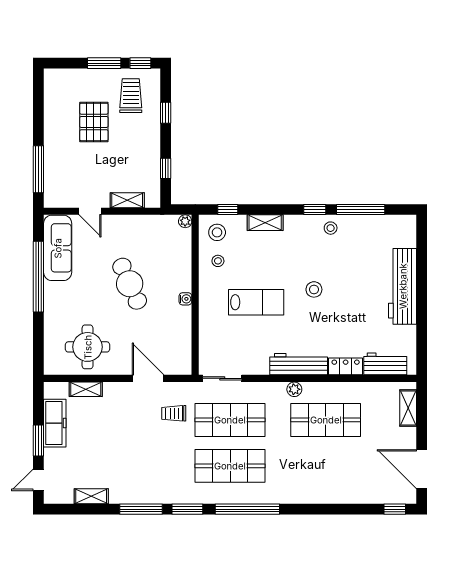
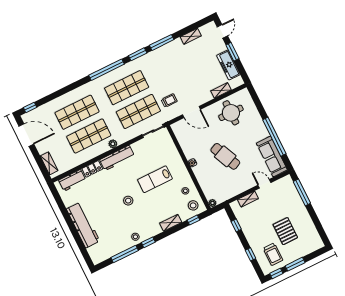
shop shelf: (326, 466) -> (77, 112), added

